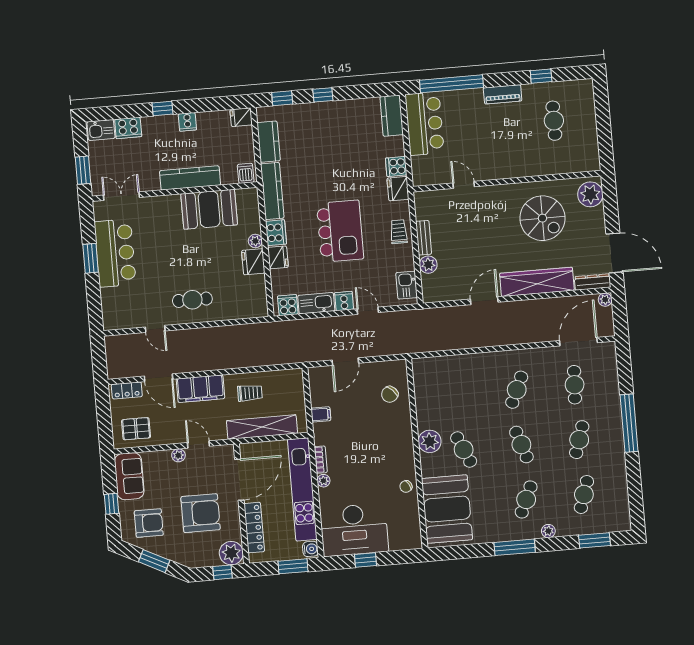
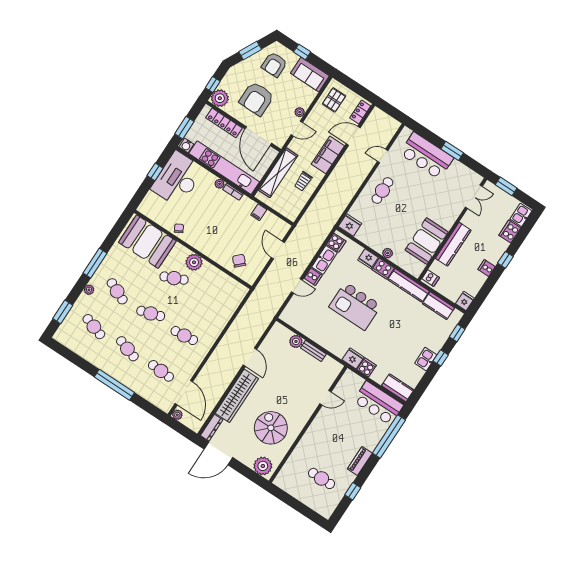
spiral stairs: (542, 218) -> (271, 428), turned 90
trolley: (399, 232) -> (328, 339), removed
bar counter: (115, 253) -> (427, 156), moved
fridge: (253, 262) -> (350, 225), moved
kitchen sink: (407, 285) -> (426, 359), moved, turned -90
plant: (605, 300) -> (177, 415), moved
cafe table: (517, 390) -> (184, 336), turned -30

